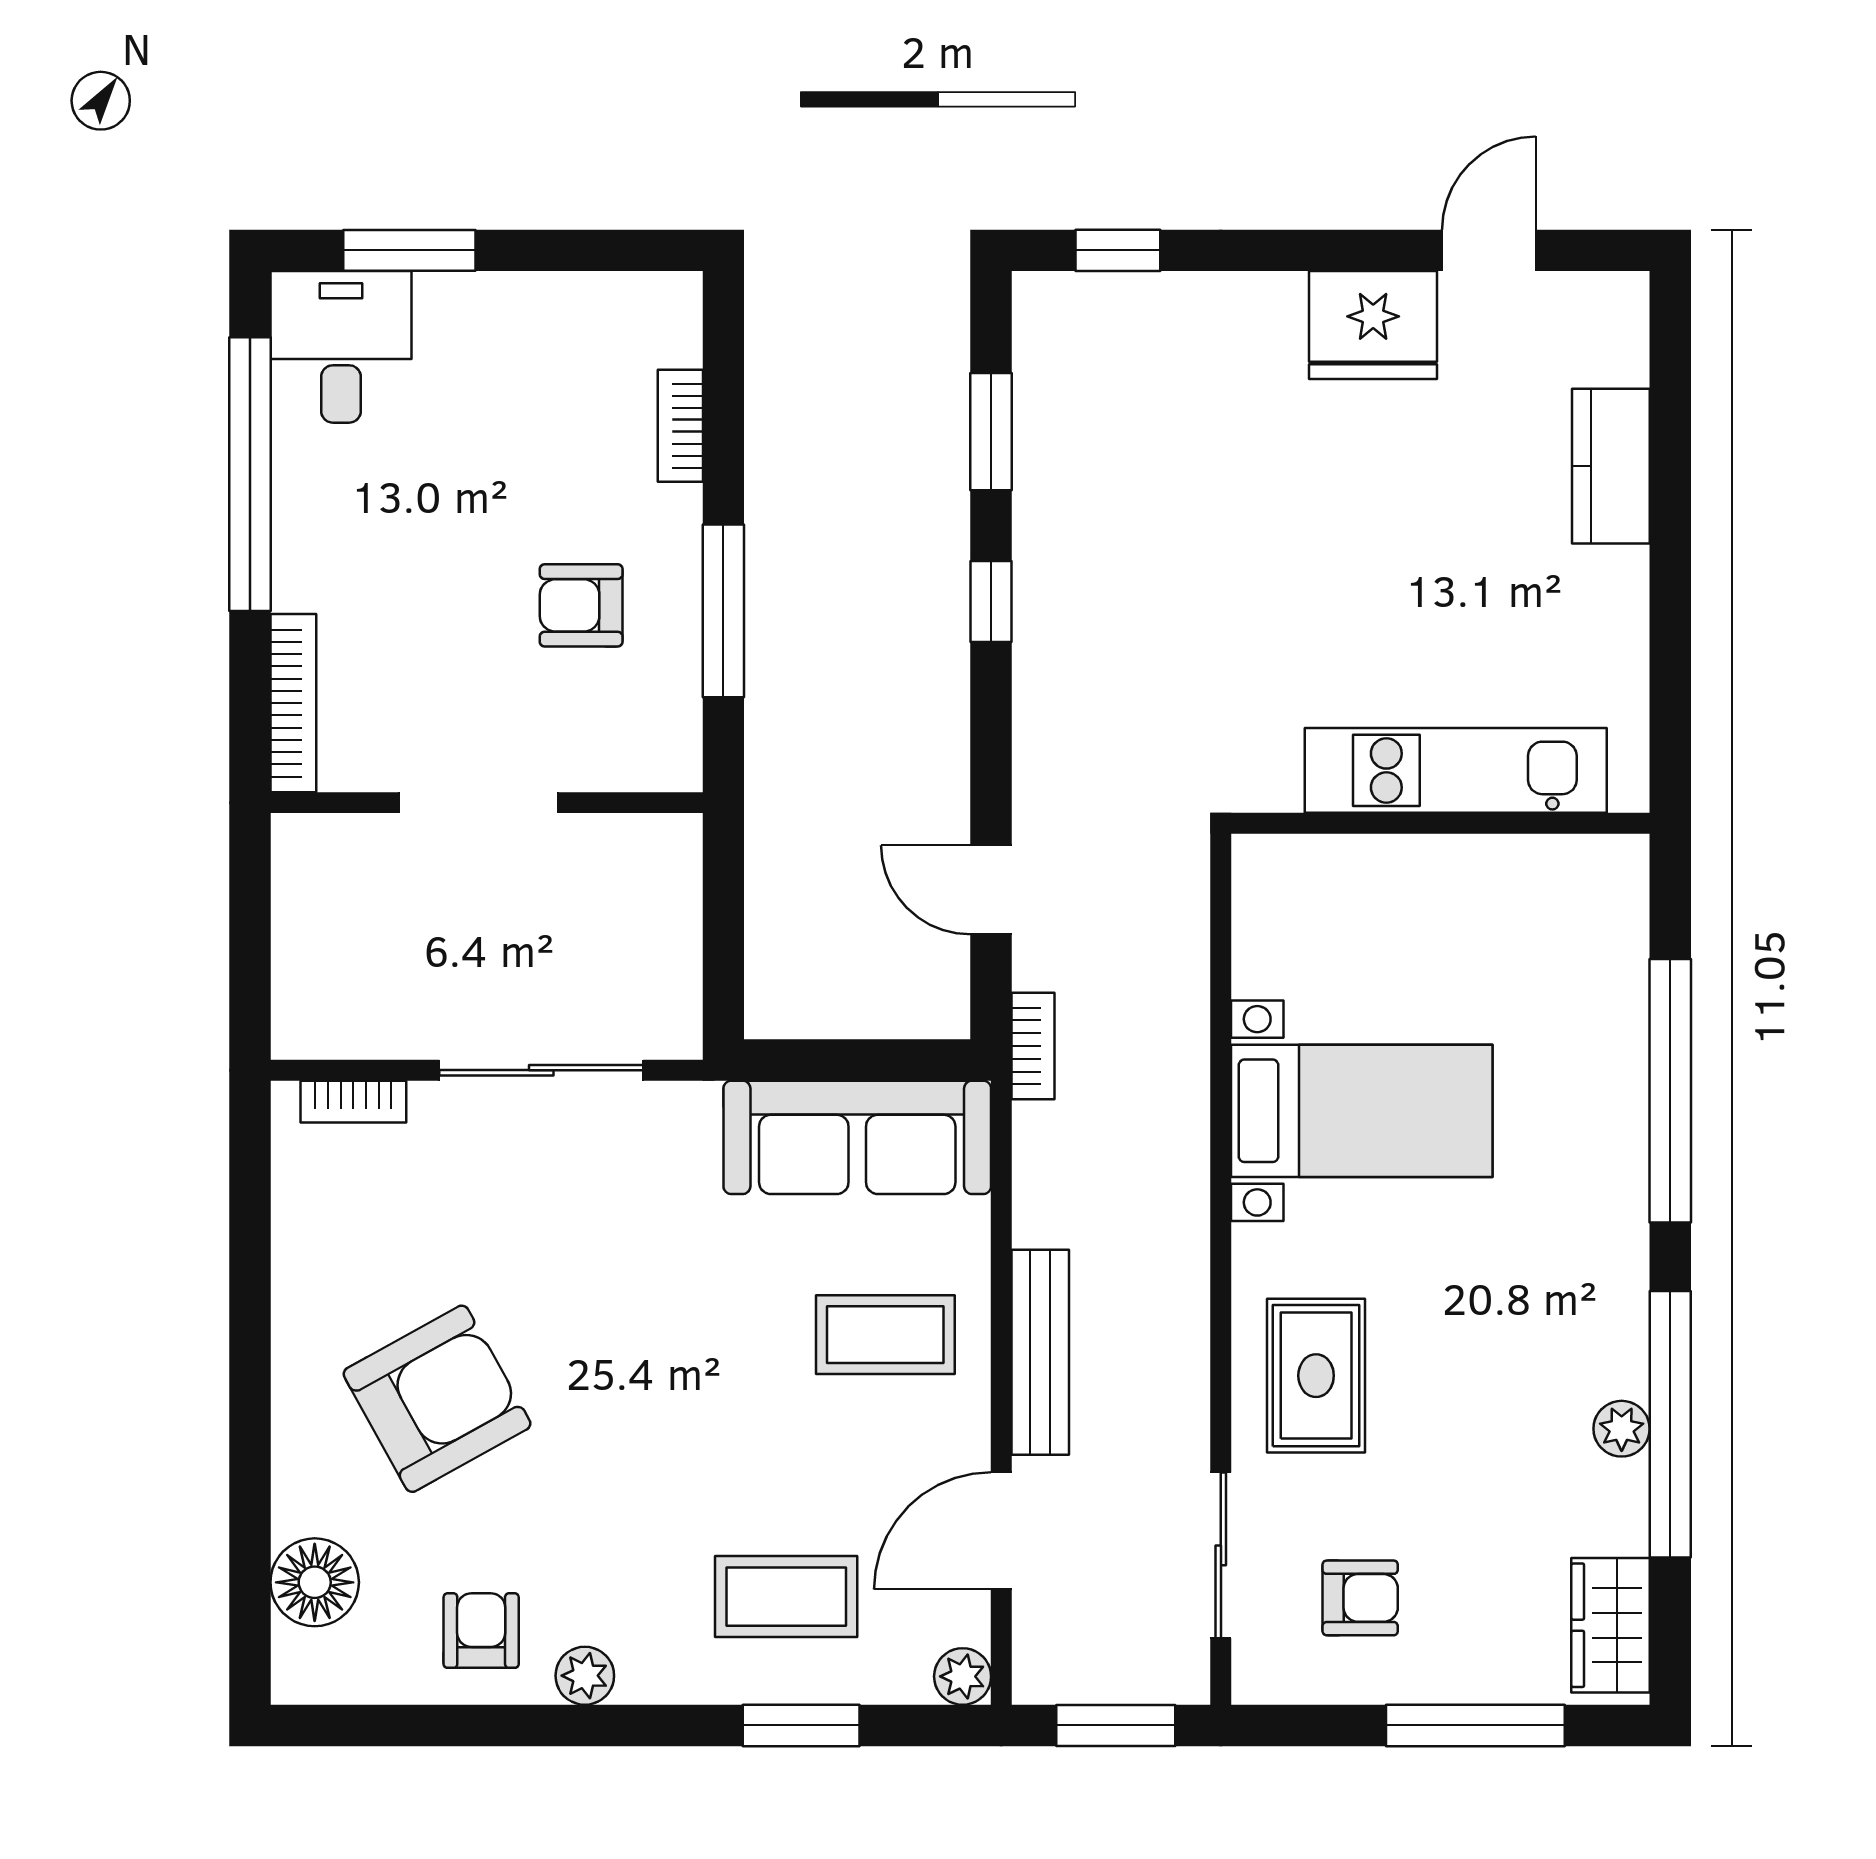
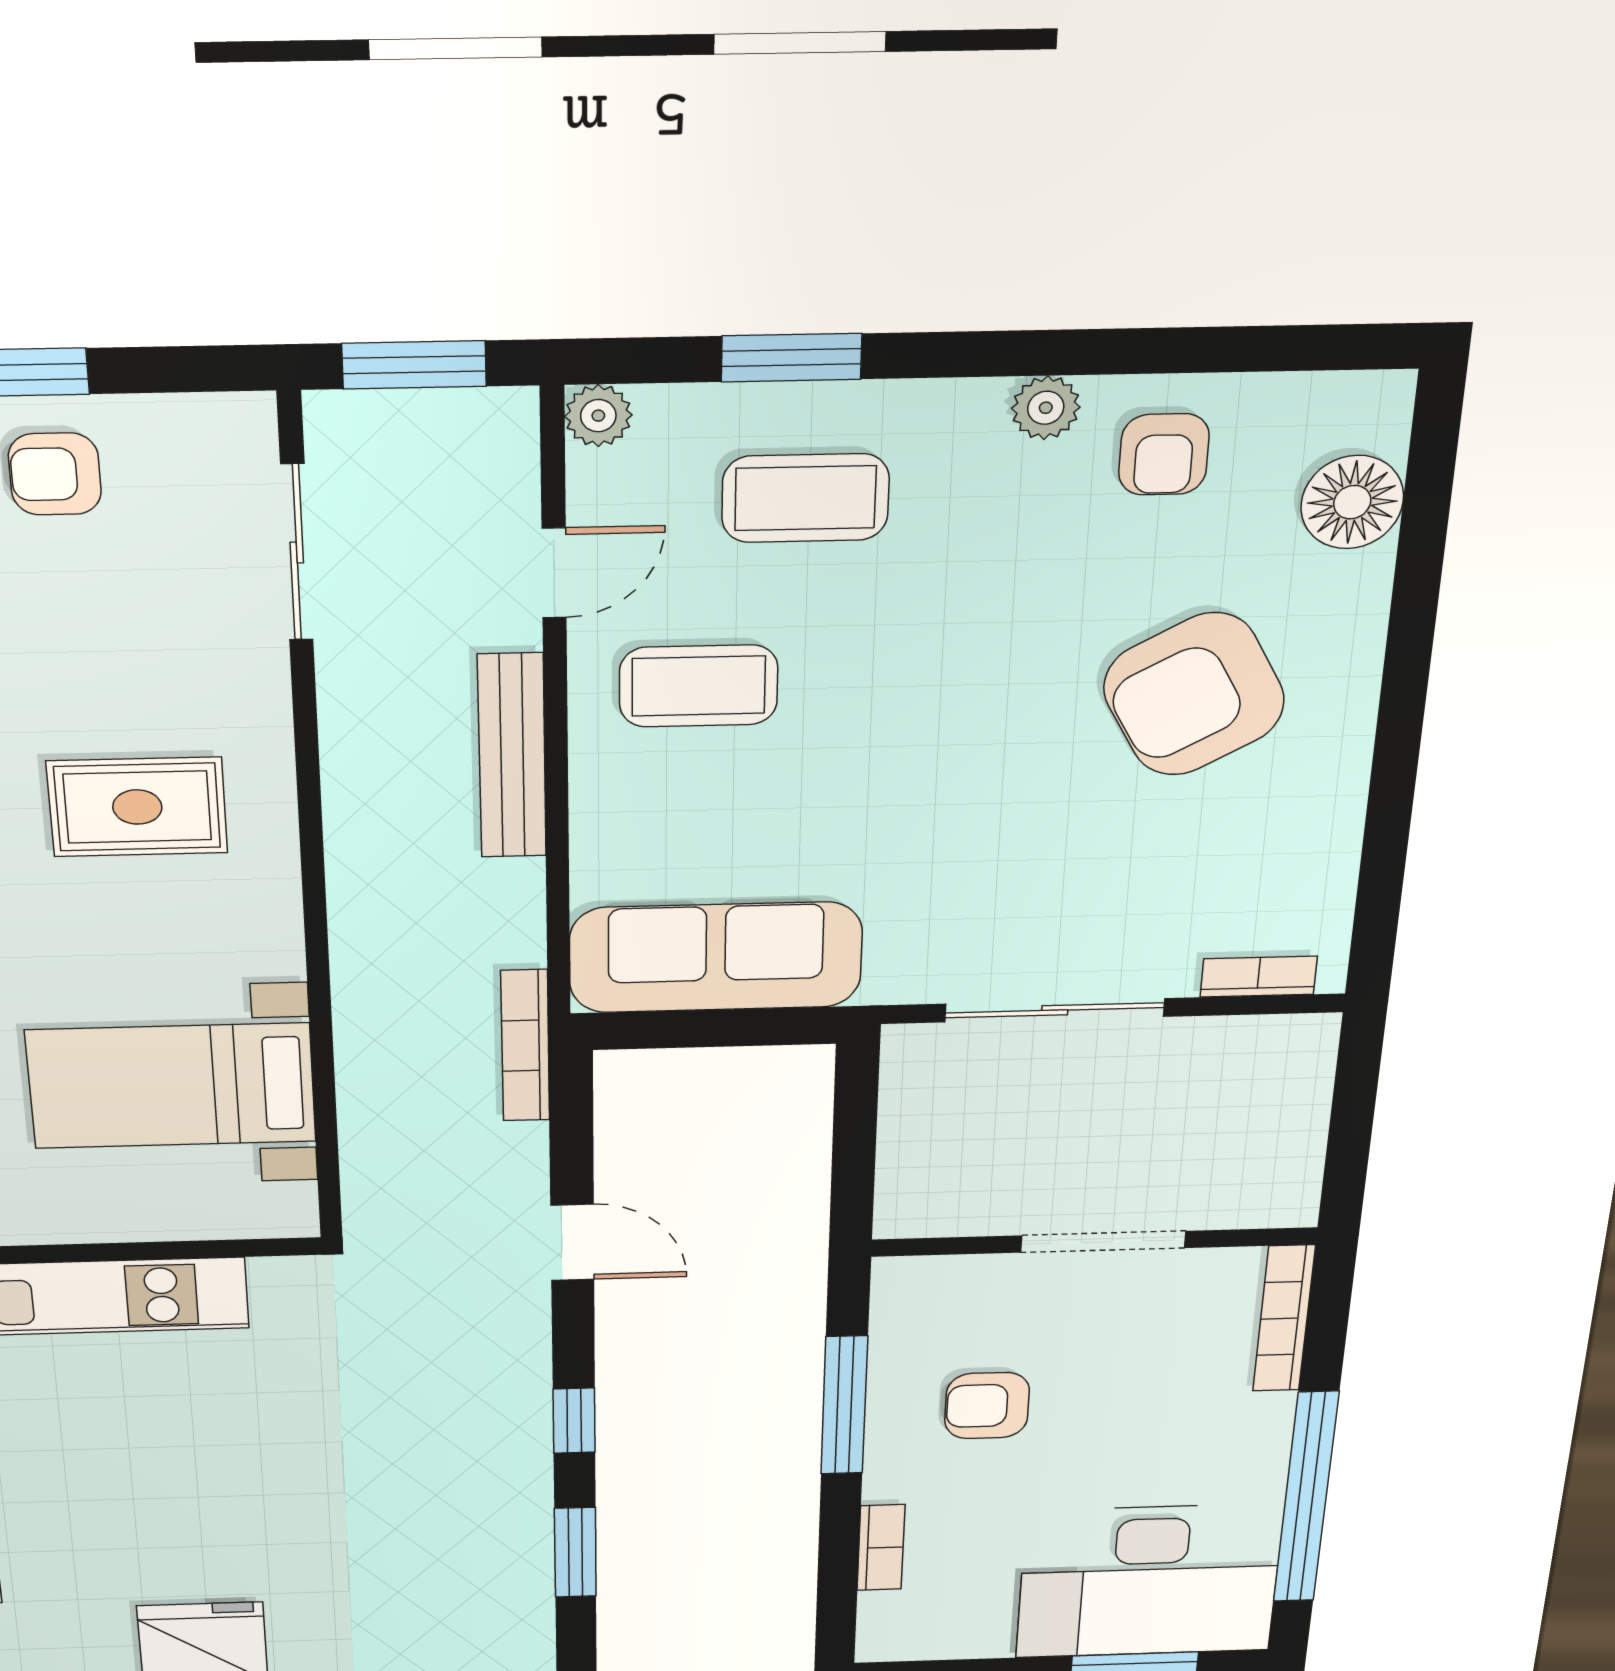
desk: (341, 347) -> (1149, 1581), width x1.87, depth x1.30
armchair: (581, 605) -> (987, 1406), turned 180
door: (991, 890) -> (572, 1242), moved
bookcase: (1033, 1046) -> (525, 1046), width x1.56
bed with nightstands: (1362, 1111) -> (171, 1086), moved
coffee table: (885, 1335) -> (699, 686), moved
rug: (1316, 1376) -> (137, 807), moved, turned 90
door: (1001, 1531) -> (554, 573), width x0.73
armchair: (1360, 1598) -> (55, 474), moved

